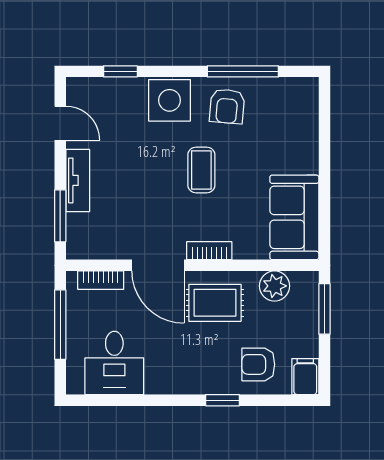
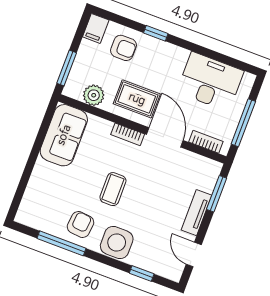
desk: (114, 363) -> (210, 82), width x1.37

